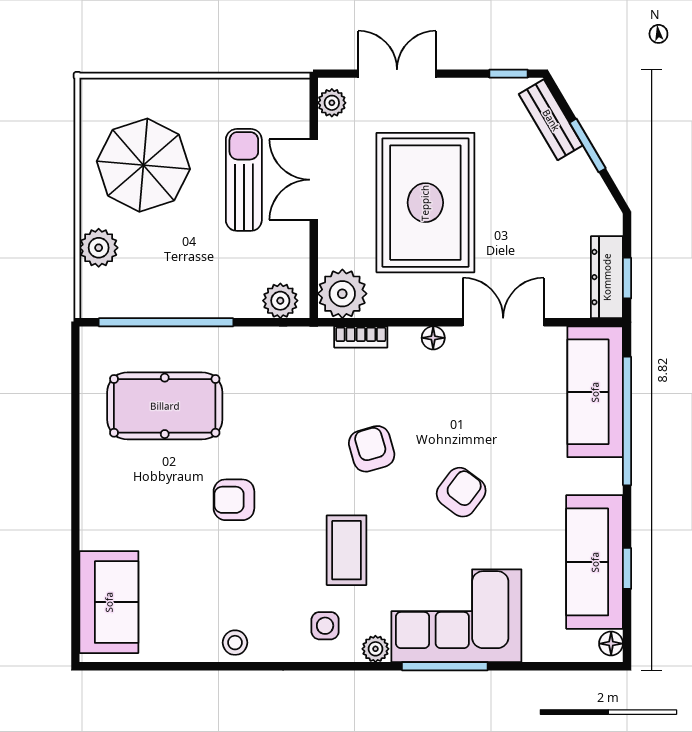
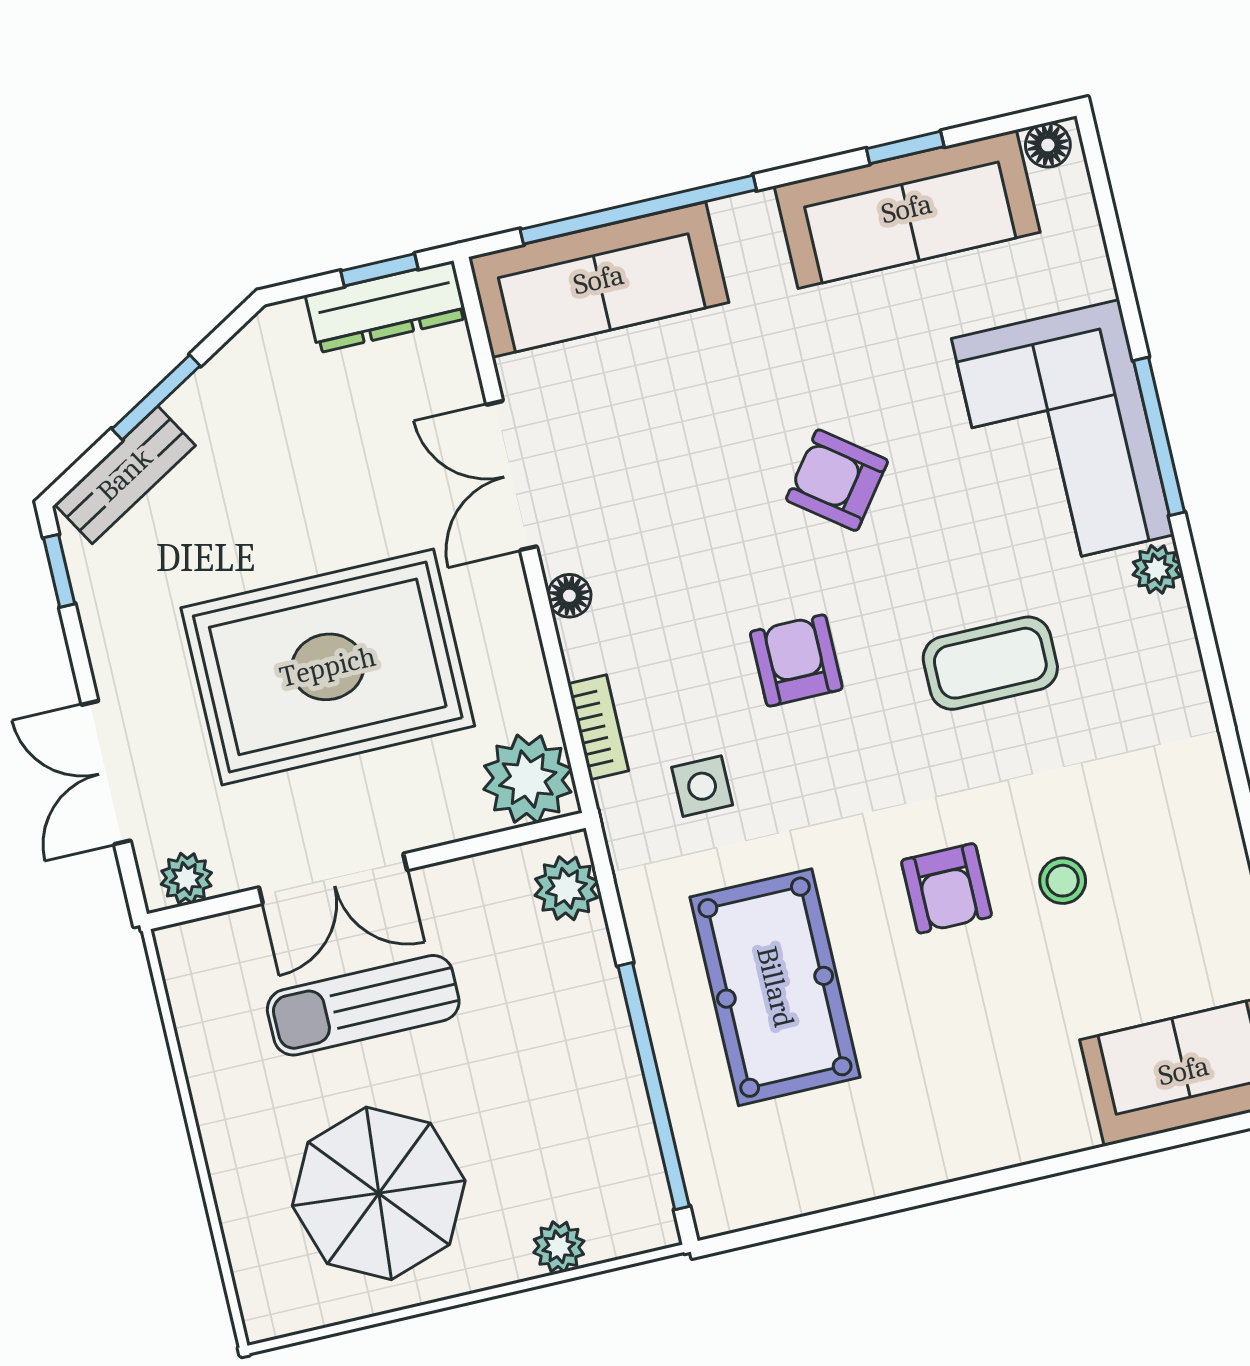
plant: (99, 248) -> (559, 1247), width x0.73, depth x0.73
pool table: (165, 406) -> (775, 987), moved
armchair: (372, 449) -> (796, 660), turned 106
side table: (325, 626) -> (702, 786), moved
stool: (235, 643) -> (1063, 881), moved

